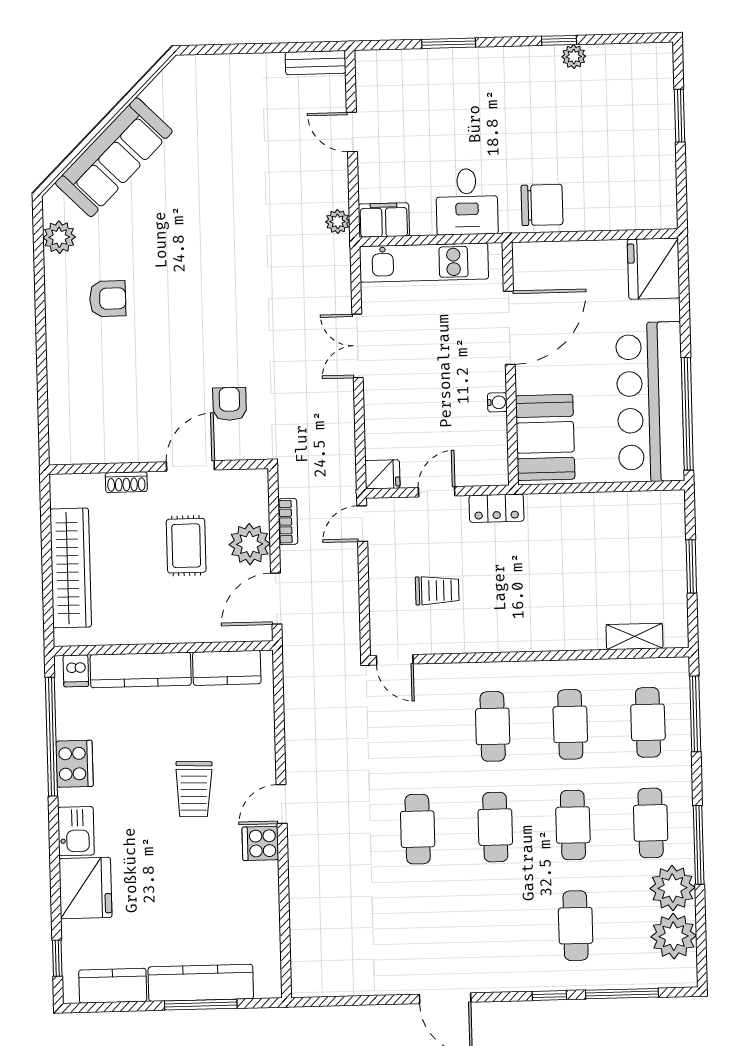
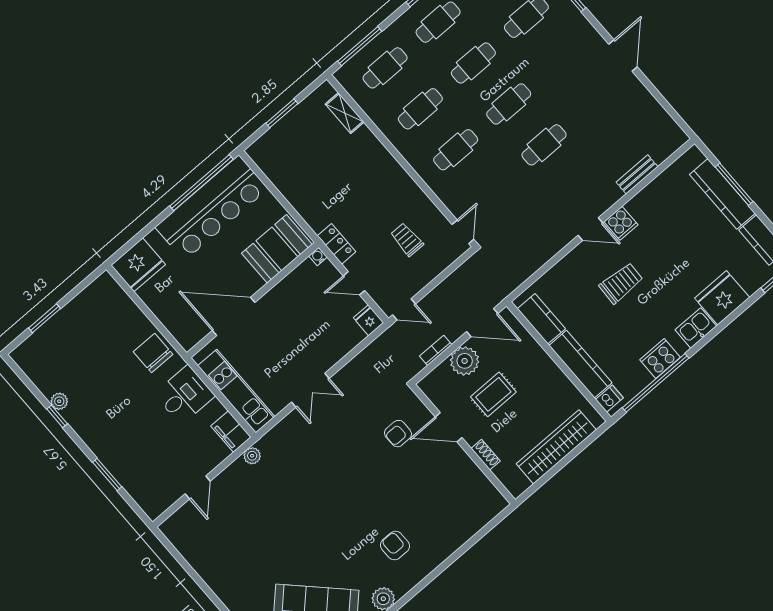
bench: (316, 63) -> (637, 174), moved, turned 90
water cooler: (497, 402) -> (318, 256), moved

